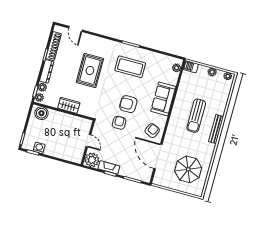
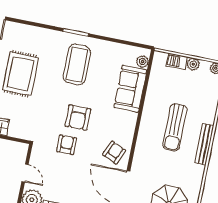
coffee table: (130, 67) -> (77, 65), turned 90
barbecue: (191, 67) -> (177, 61), moved
sofa: (163, 99) -> (130, 89), moved
armchair: (128, 104) -> (78, 117), turned -90

